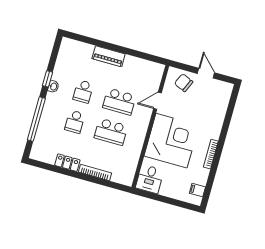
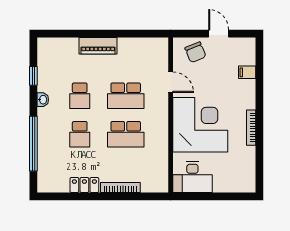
window: (47, 79) -> (33, 76), moved
chair: (184, 83) -> (195, 52), turned -135
door: (158, 101) -> (171, 82), swing flipped
desk: (150, 179) -> (192, 177), width x1.37
filing cabinet: (197, 190) -> (247, 72), moved

